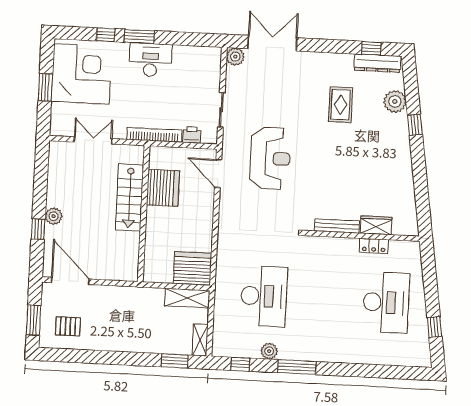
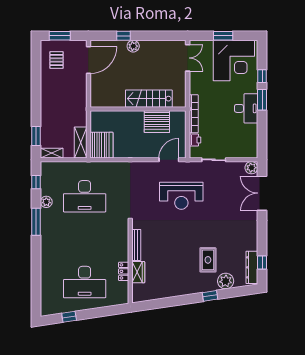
double door: (272, 43) -> (262, 193), swing flipped
rug: (341, 105) -> (208, 260), moved, turned 90
double door: (93, 140) -> (188, 58), moved

